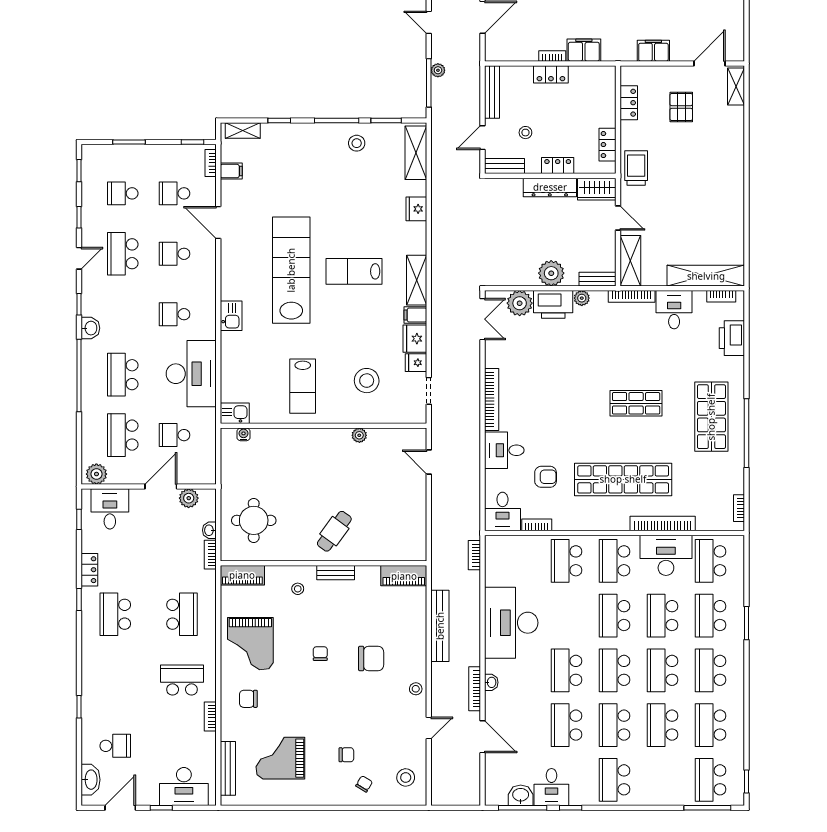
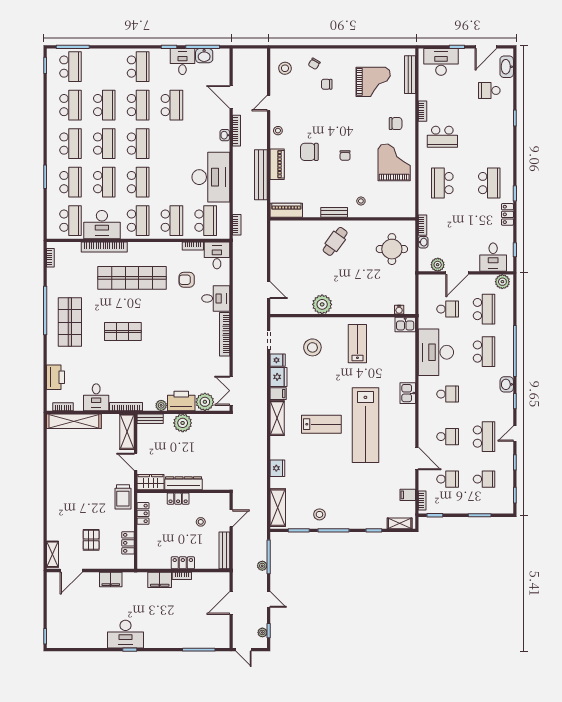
bench: (505, 166) -> (215, 498), removed
plant: (359, 435) -> (322, 304), width x1.88, depth x1.88
piano: (242, 575) -> (277, 164), moved, turned 90
school desk: (566, 670) -> (206, 221), moved

